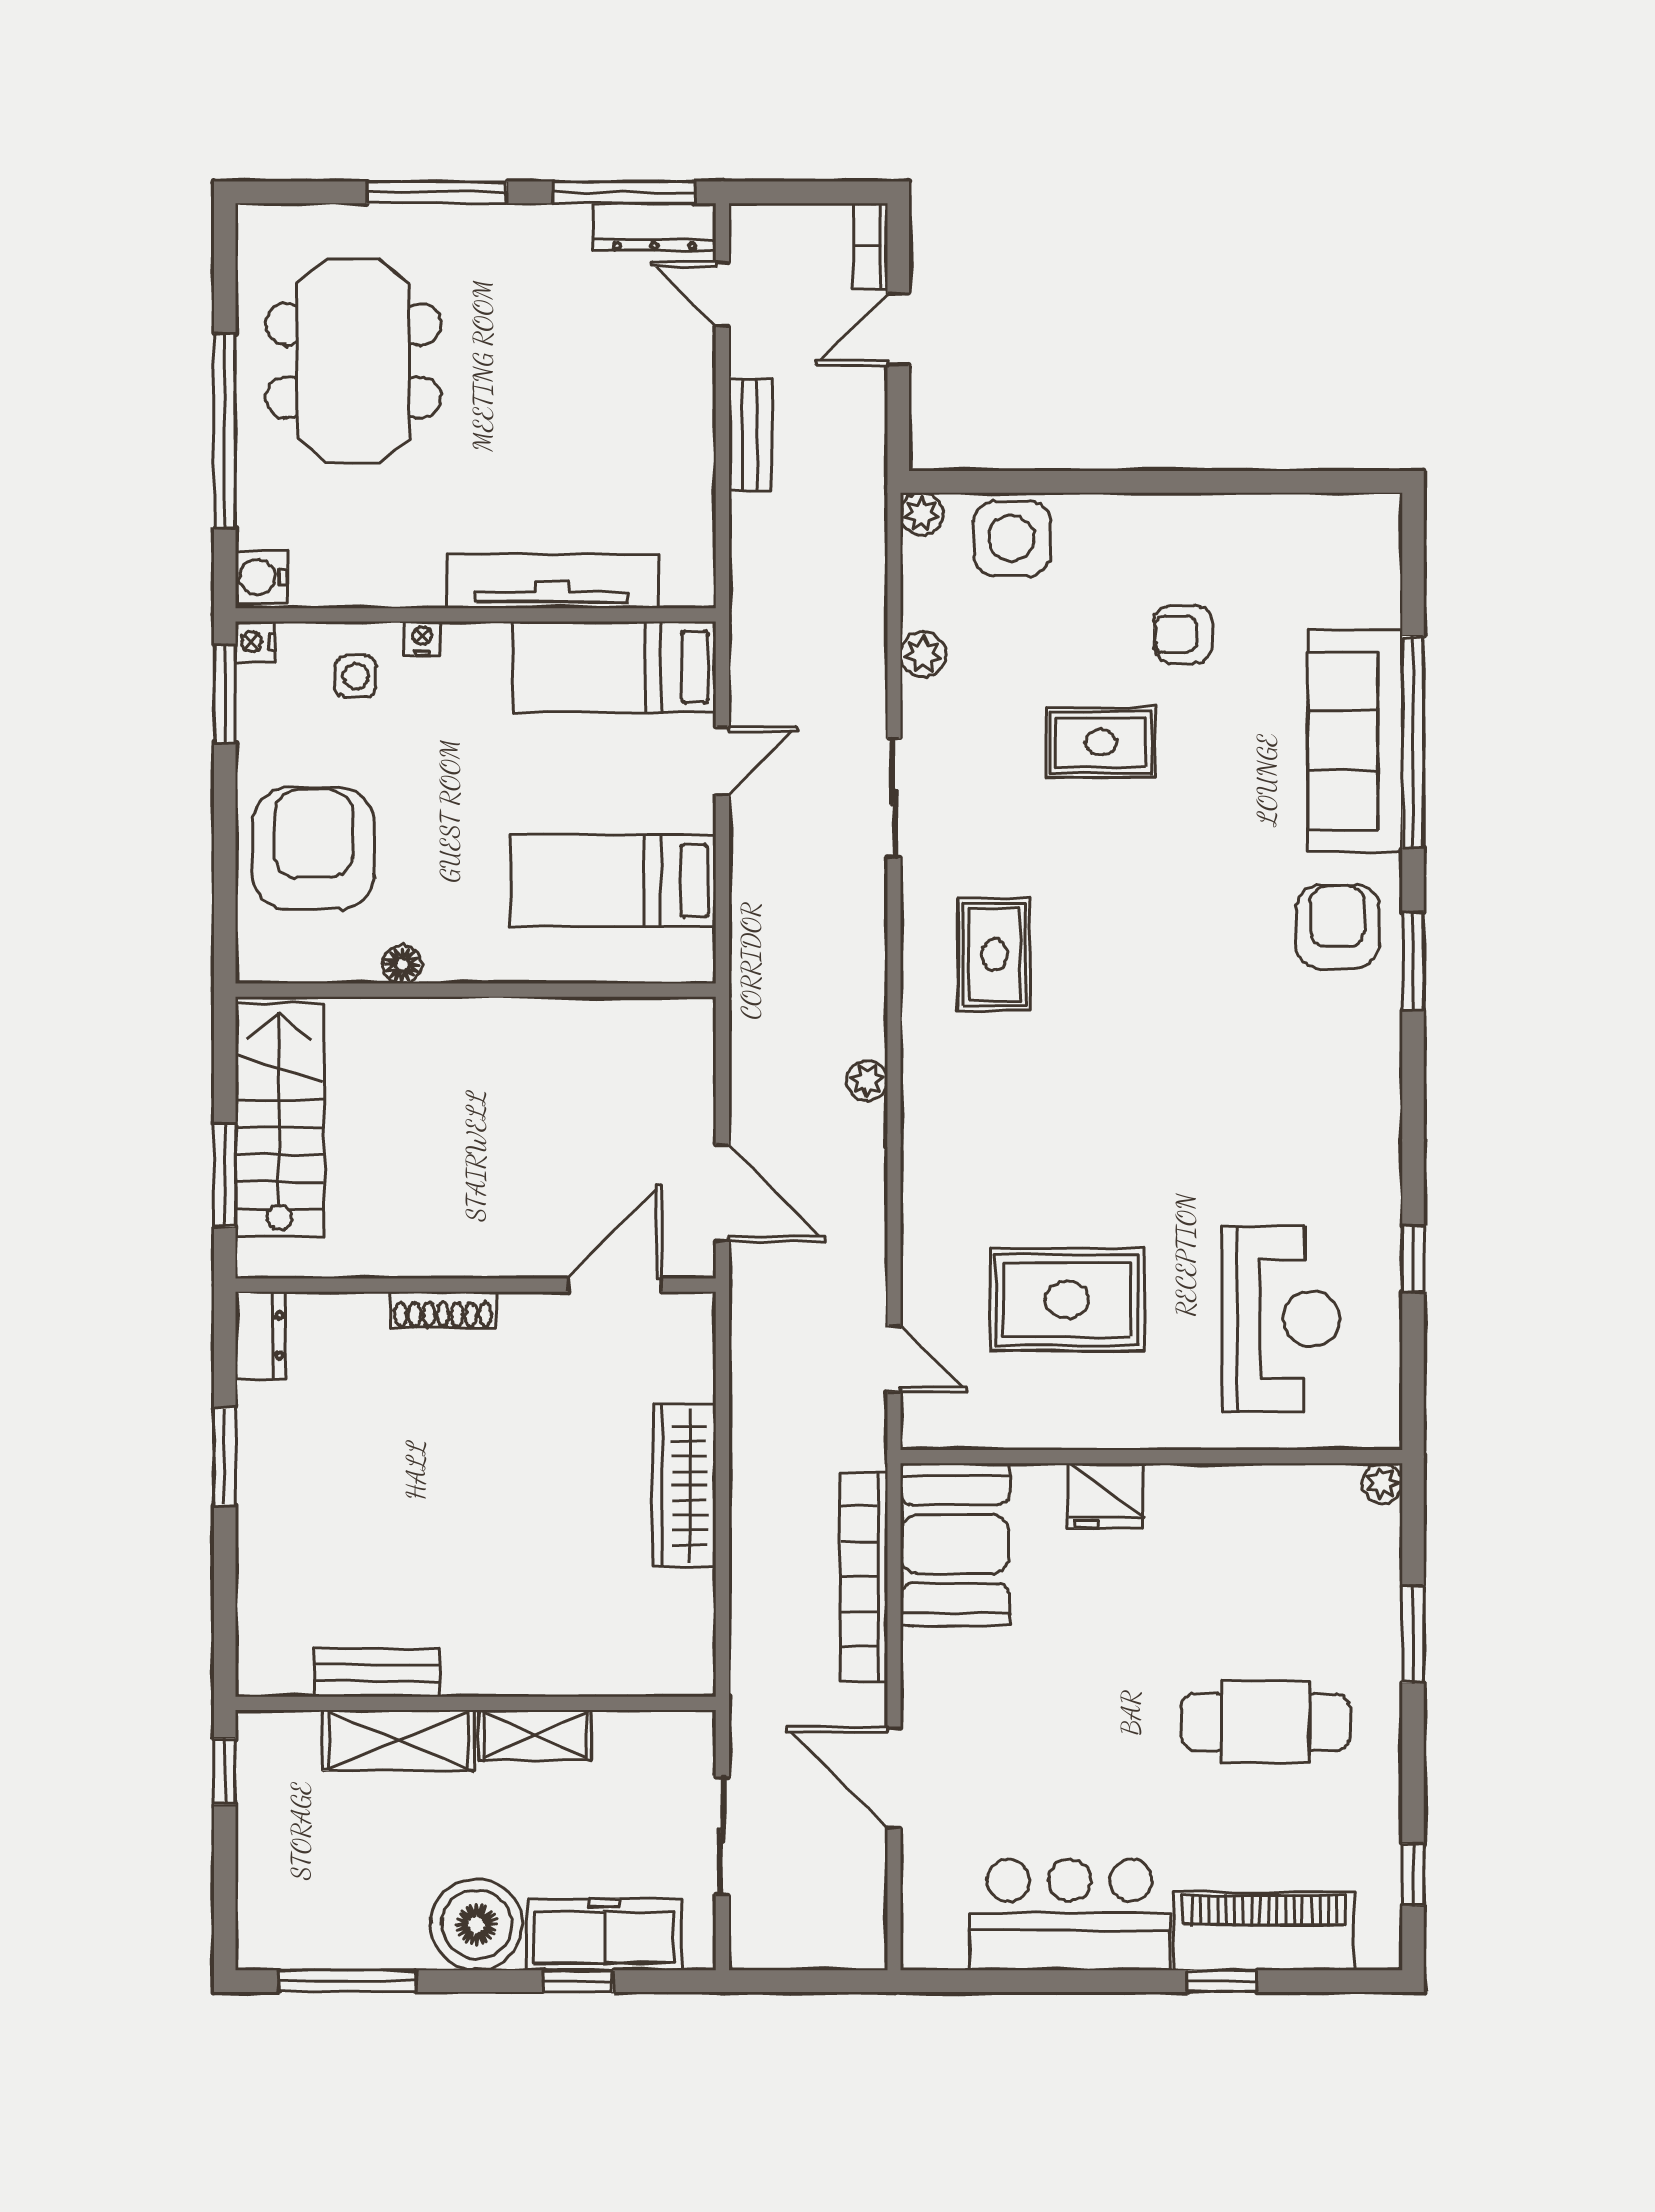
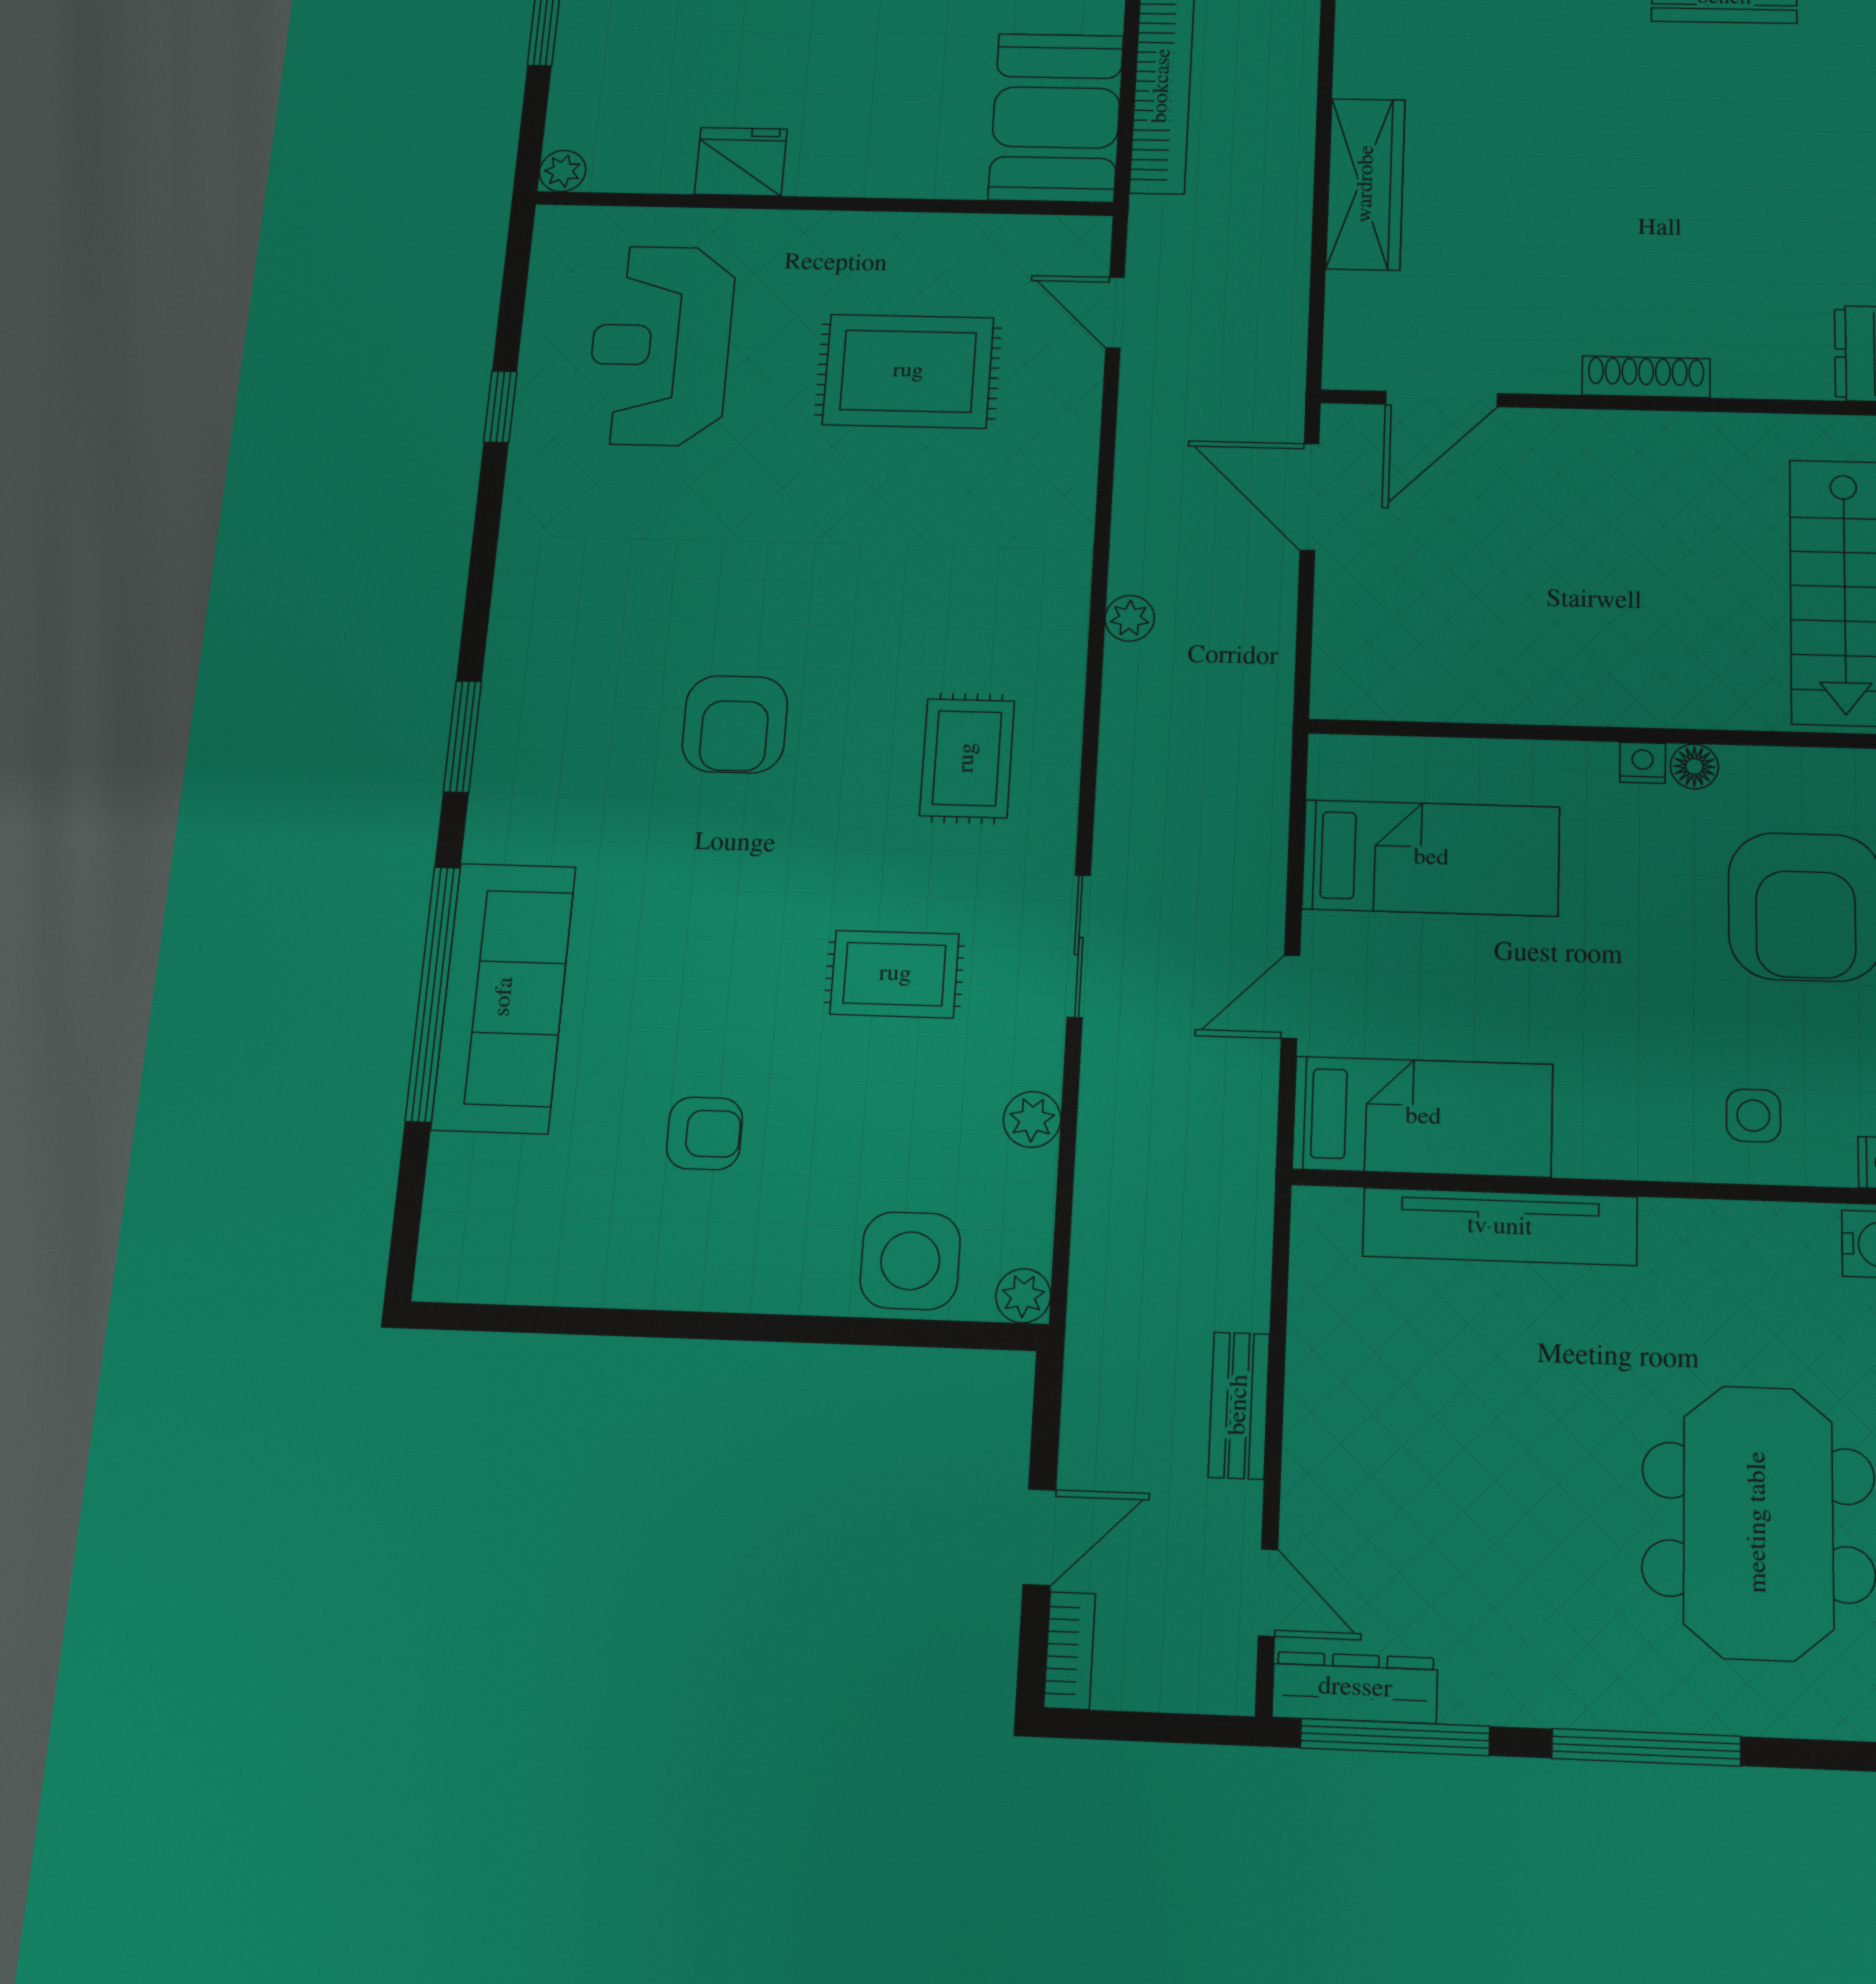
nightstand: (422, 639) -> (1643, 763), moved, turned 180
rug: (1101, 742) -> (895, 974), moved
armchair: (1337, 927) -> (735, 724), moved
fridge: (1106, 1496) -> (741, 162), moved

